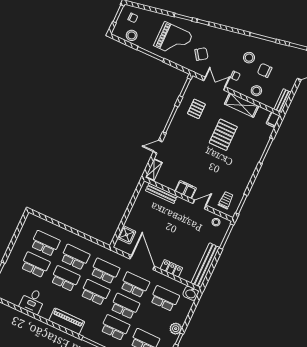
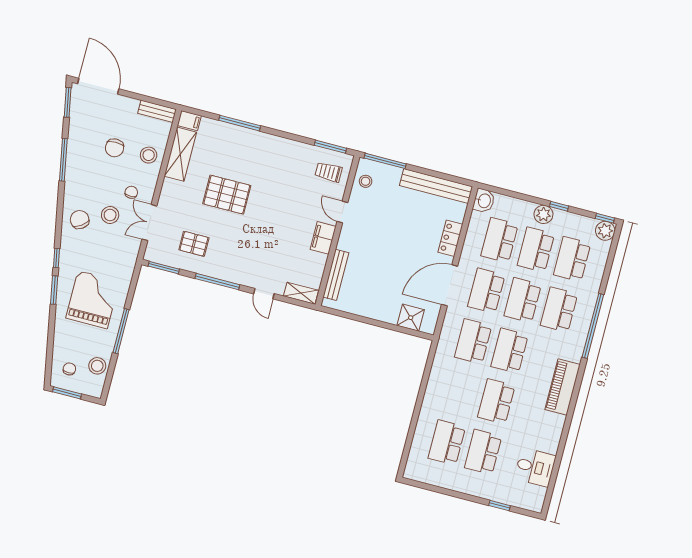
chair: (201, 54) -> (80, 220), moved
stool: (249, 58) -> (110, 215), moved
shelving: (242, 105) -> (180, 154), moved
school desk: (75, 257) -> (536, 250), moved
desk: (33, 301) -> (535, 467), moved

